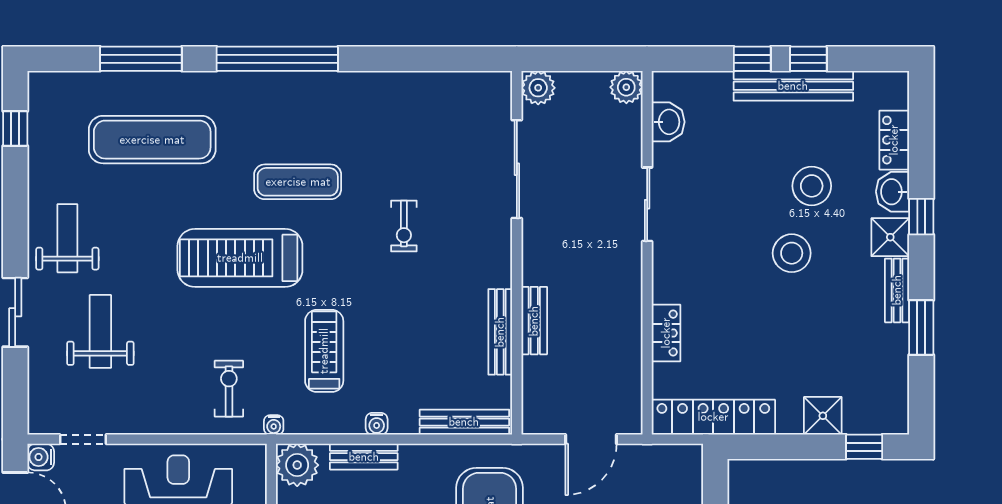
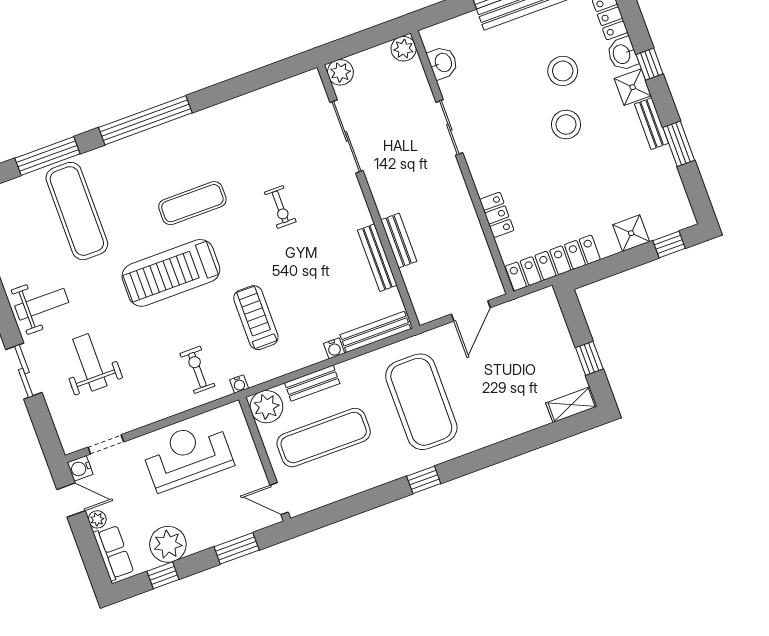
exercise mat: (152, 140) -> (77, 211), turned 90
weight bench: (67, 238) -> (42, 304), turned 90
water cooler: (377, 424) -> (334, 348), moved

